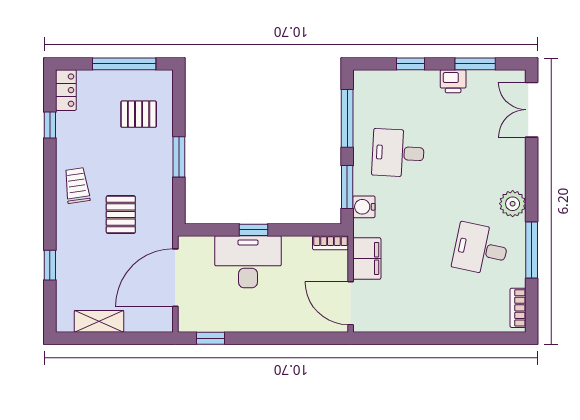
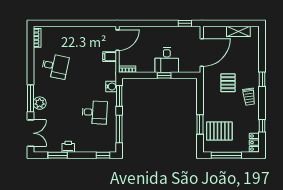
window: (411, 64) -> (103, 155), moved
pallet: (139, 114) -> (219, 131), width x1.50, depth x1.42
window: (179, 157) -> (200, 124), moved
plant: (513, 204) -> (40, 103), moved
window: (532, 250) -> (31, 98), moved
filing cabinet: (367, 258) -> (110, 57), width x0.50
desk: (248, 262) -> (167, 60), width x0.73
window: (50, 265) -> (262, 79), moved
door: (351, 303) -> (117, 40), hinge flipped

